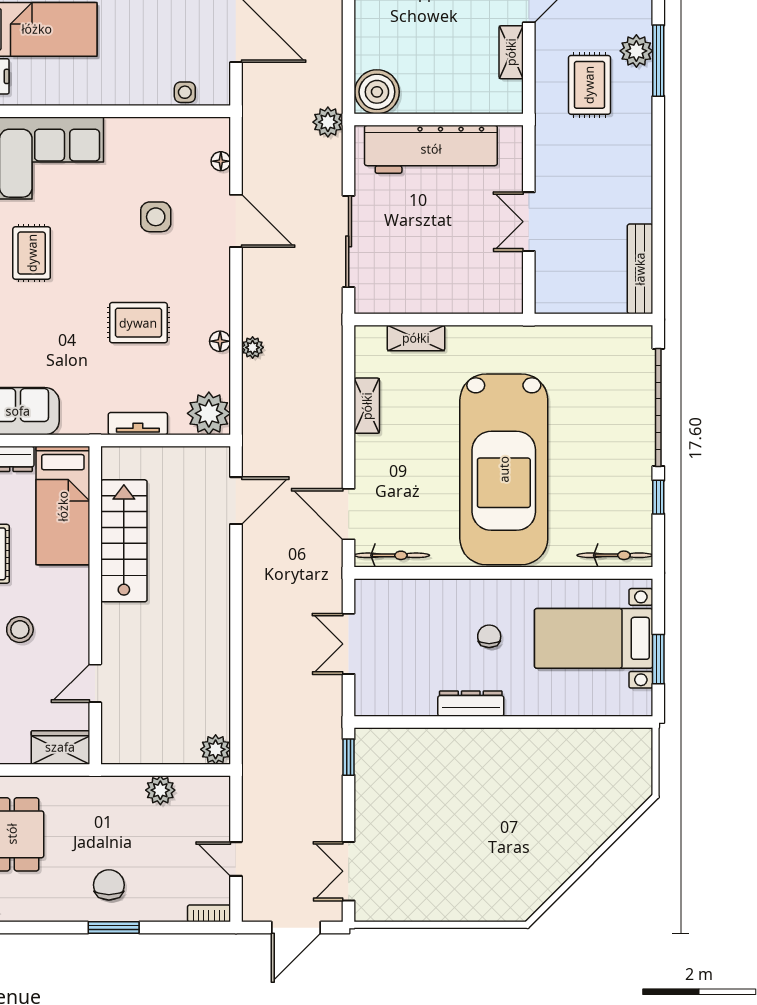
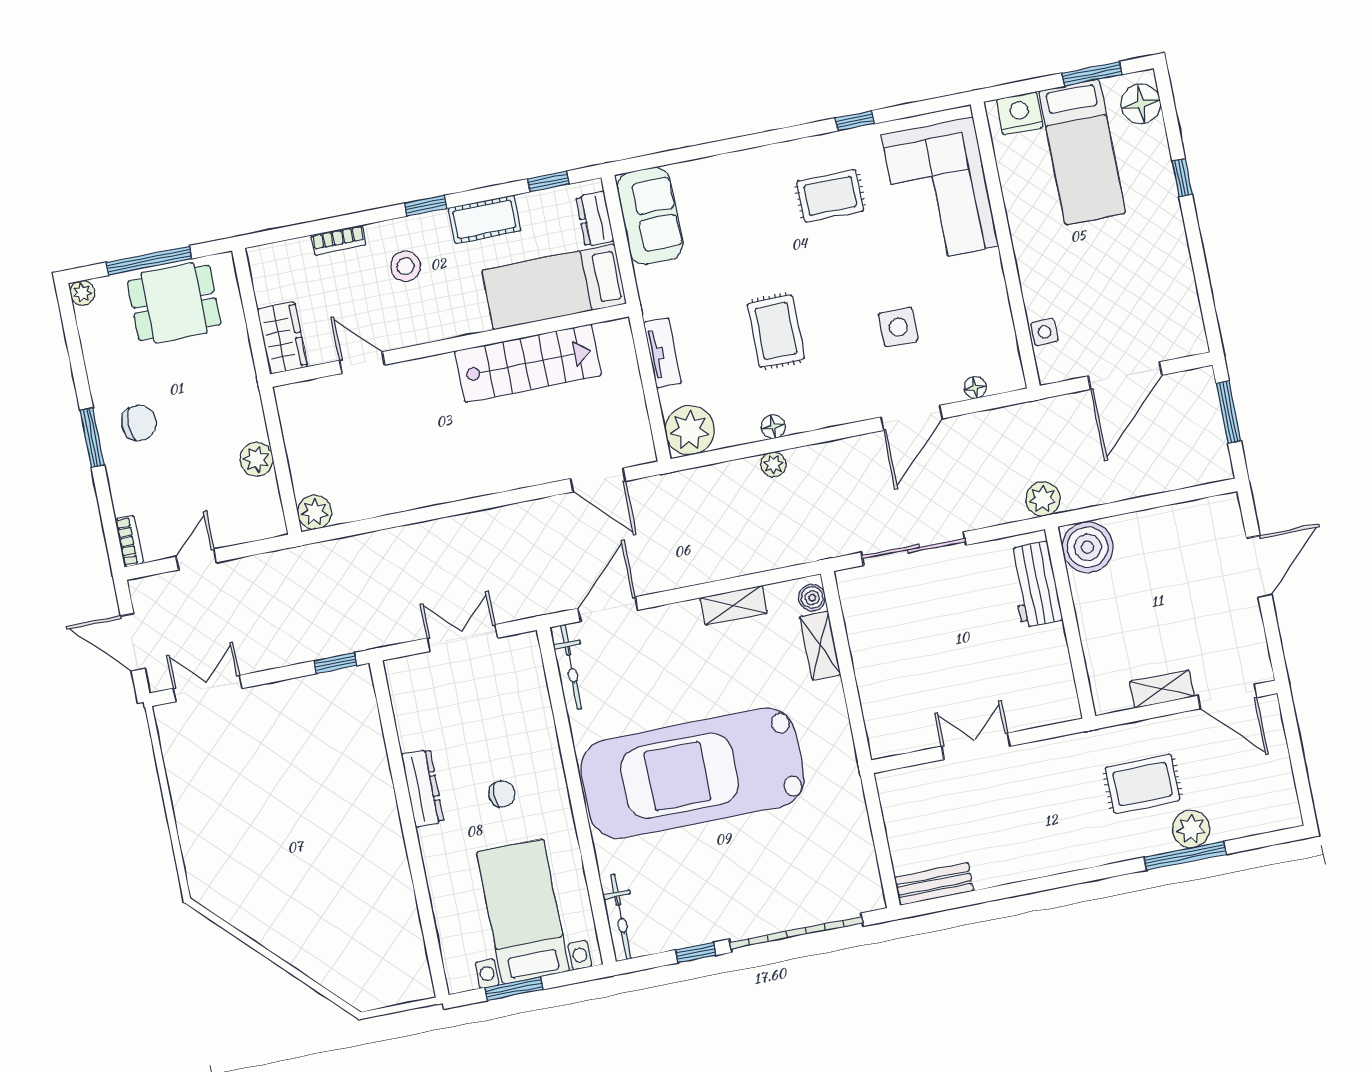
workbench: (431, 149) -> (1035, 585), width x0.53, depth x0.76
bench: (640, 269) -> (934, 884), width x0.73
boiler: (373, 337) -> (812, 598), added

